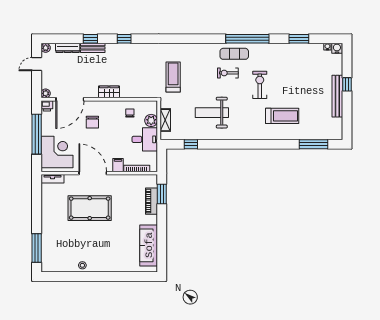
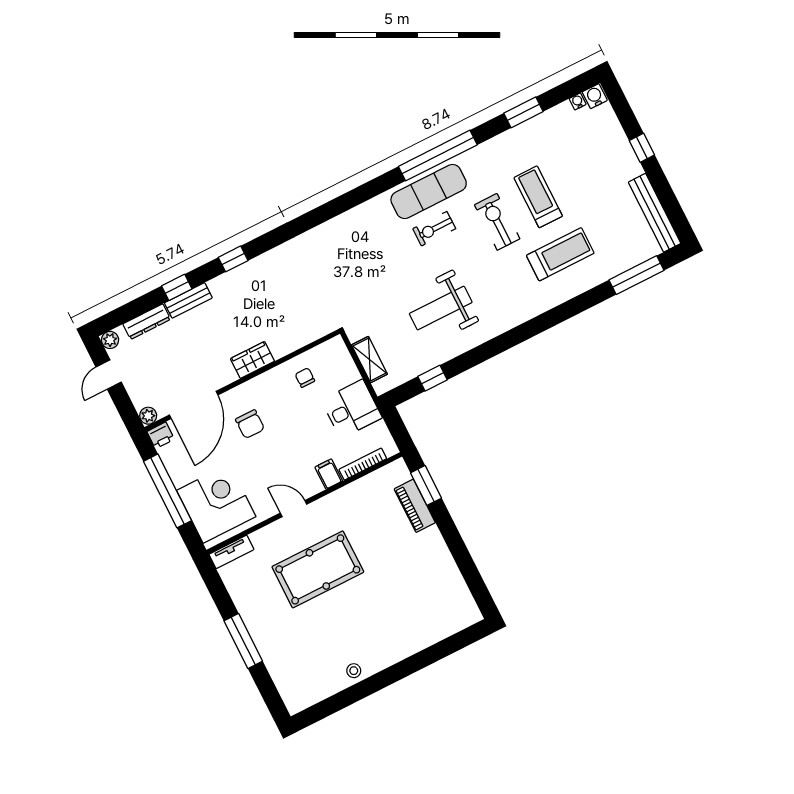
exercise mat: (234, 54) -> (429, 191), width x1.36, depth x1.45
treadmill: (173, 77) -> (538, 197), moved
bench: (337, 96) -> (655, 213), moved
plant: (151, 120) -> (346, 372), removed
door: (93, 173) -> (294, 509), width x0.53
sofa: (149, 245) -> (447, 582), removed
window: (37, 248) -> (243, 641), moved

